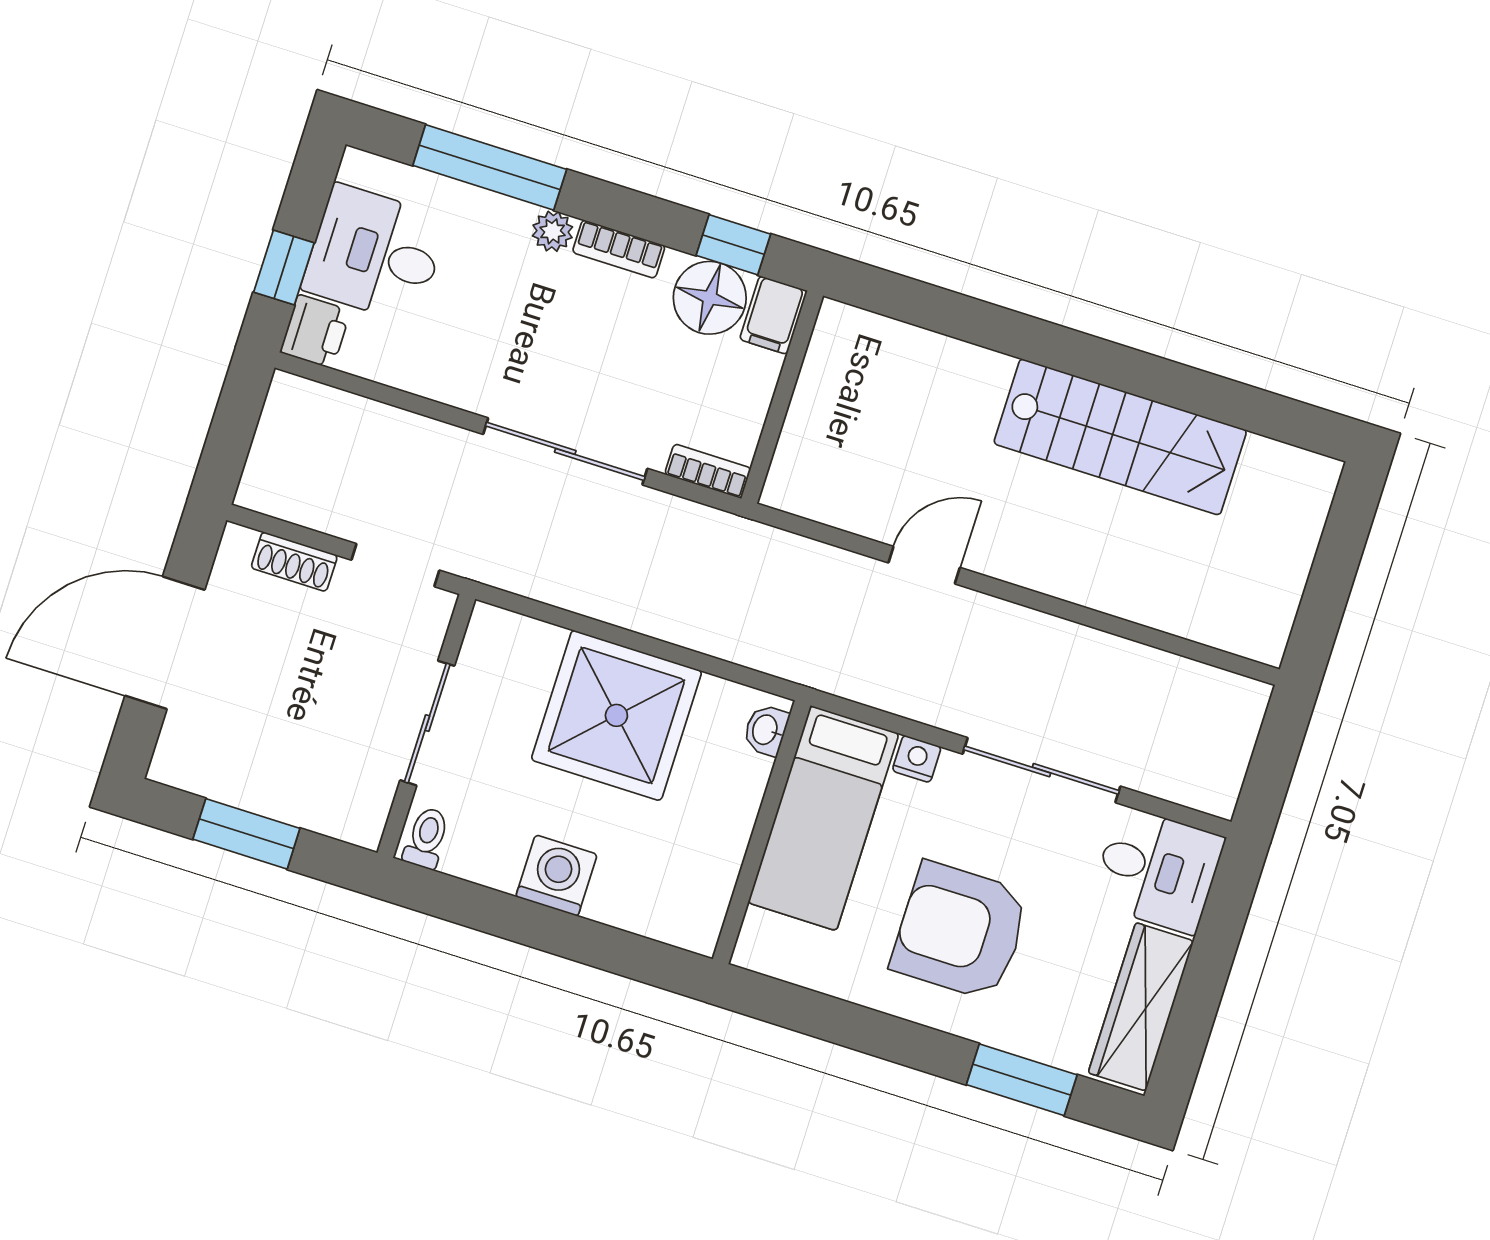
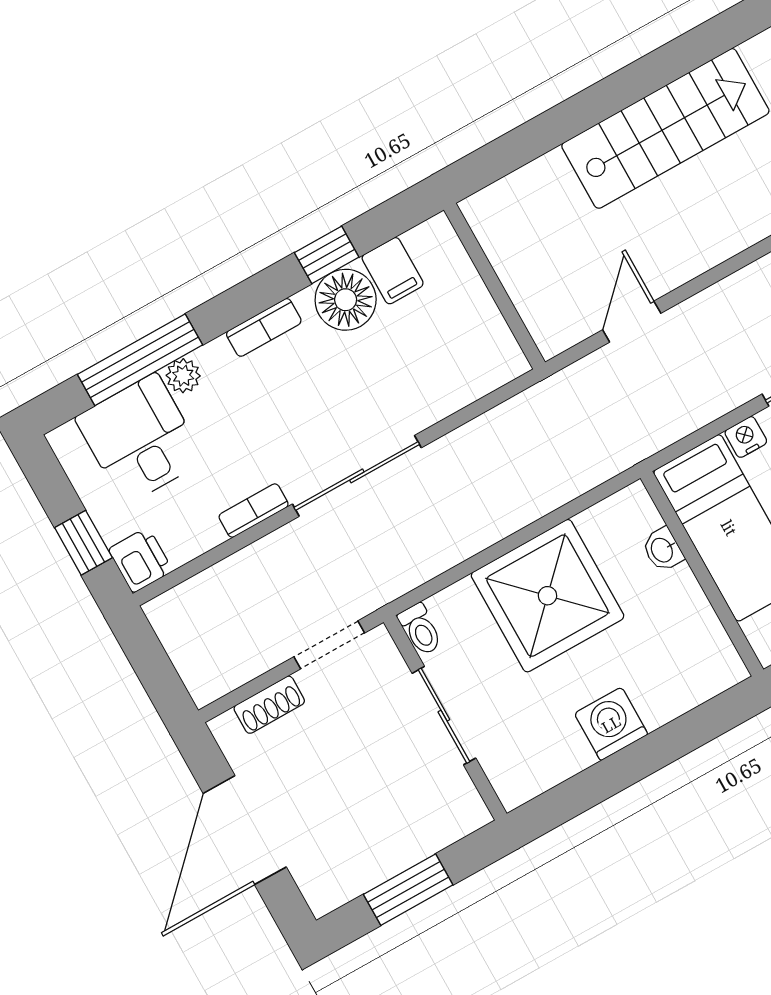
plant: (553, 231) -> (183, 376), moved
desk: (375, 254) -> (140, 439), moved, turned 90
wall: (782, 397) -> (494, 286), moved
bookcase: (708, 471) -> (254, 511), moved
washbasin: (766, 730) -> (663, 550), moved
toilet: (426, 838) -> (420, 629), moved, turned 180

